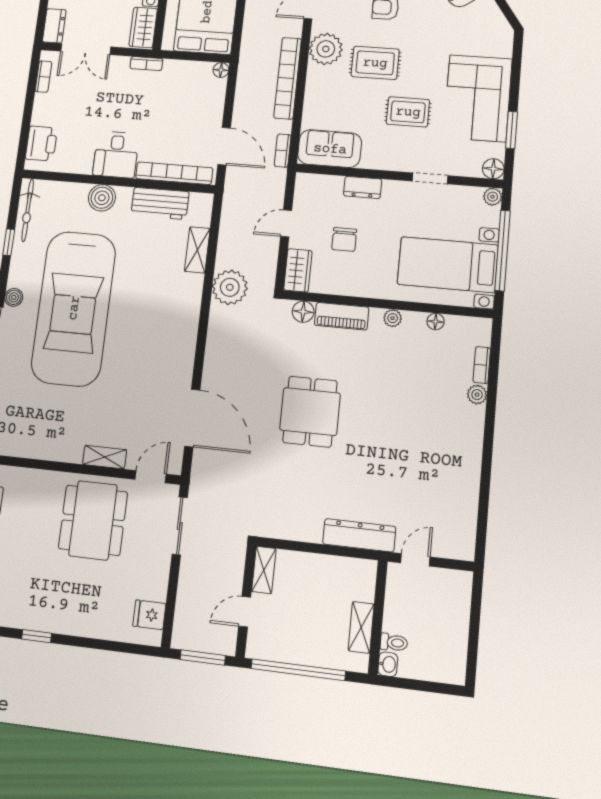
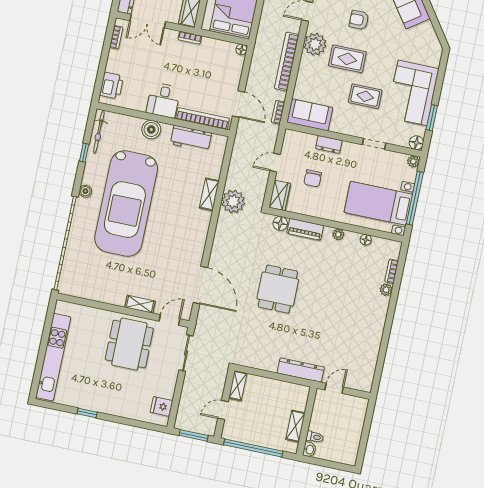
shelving: (197, 250) -> (209, 194), moved

